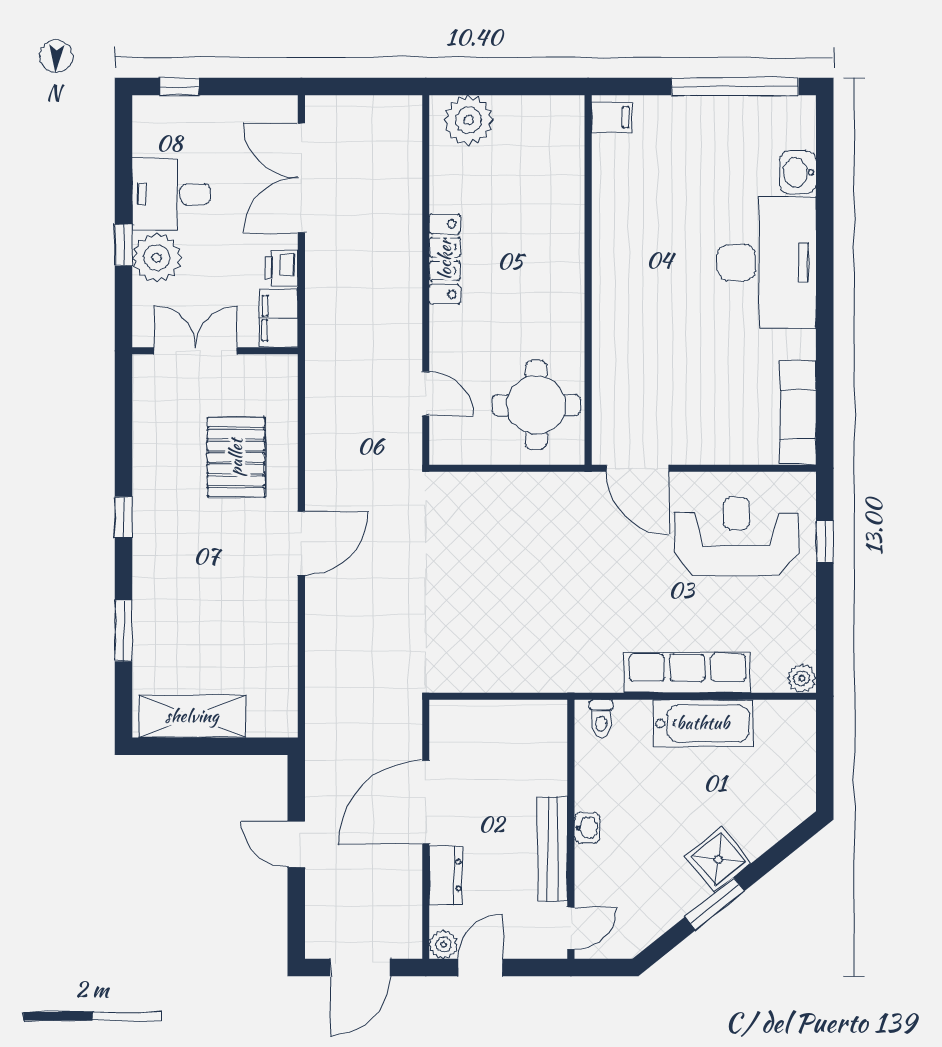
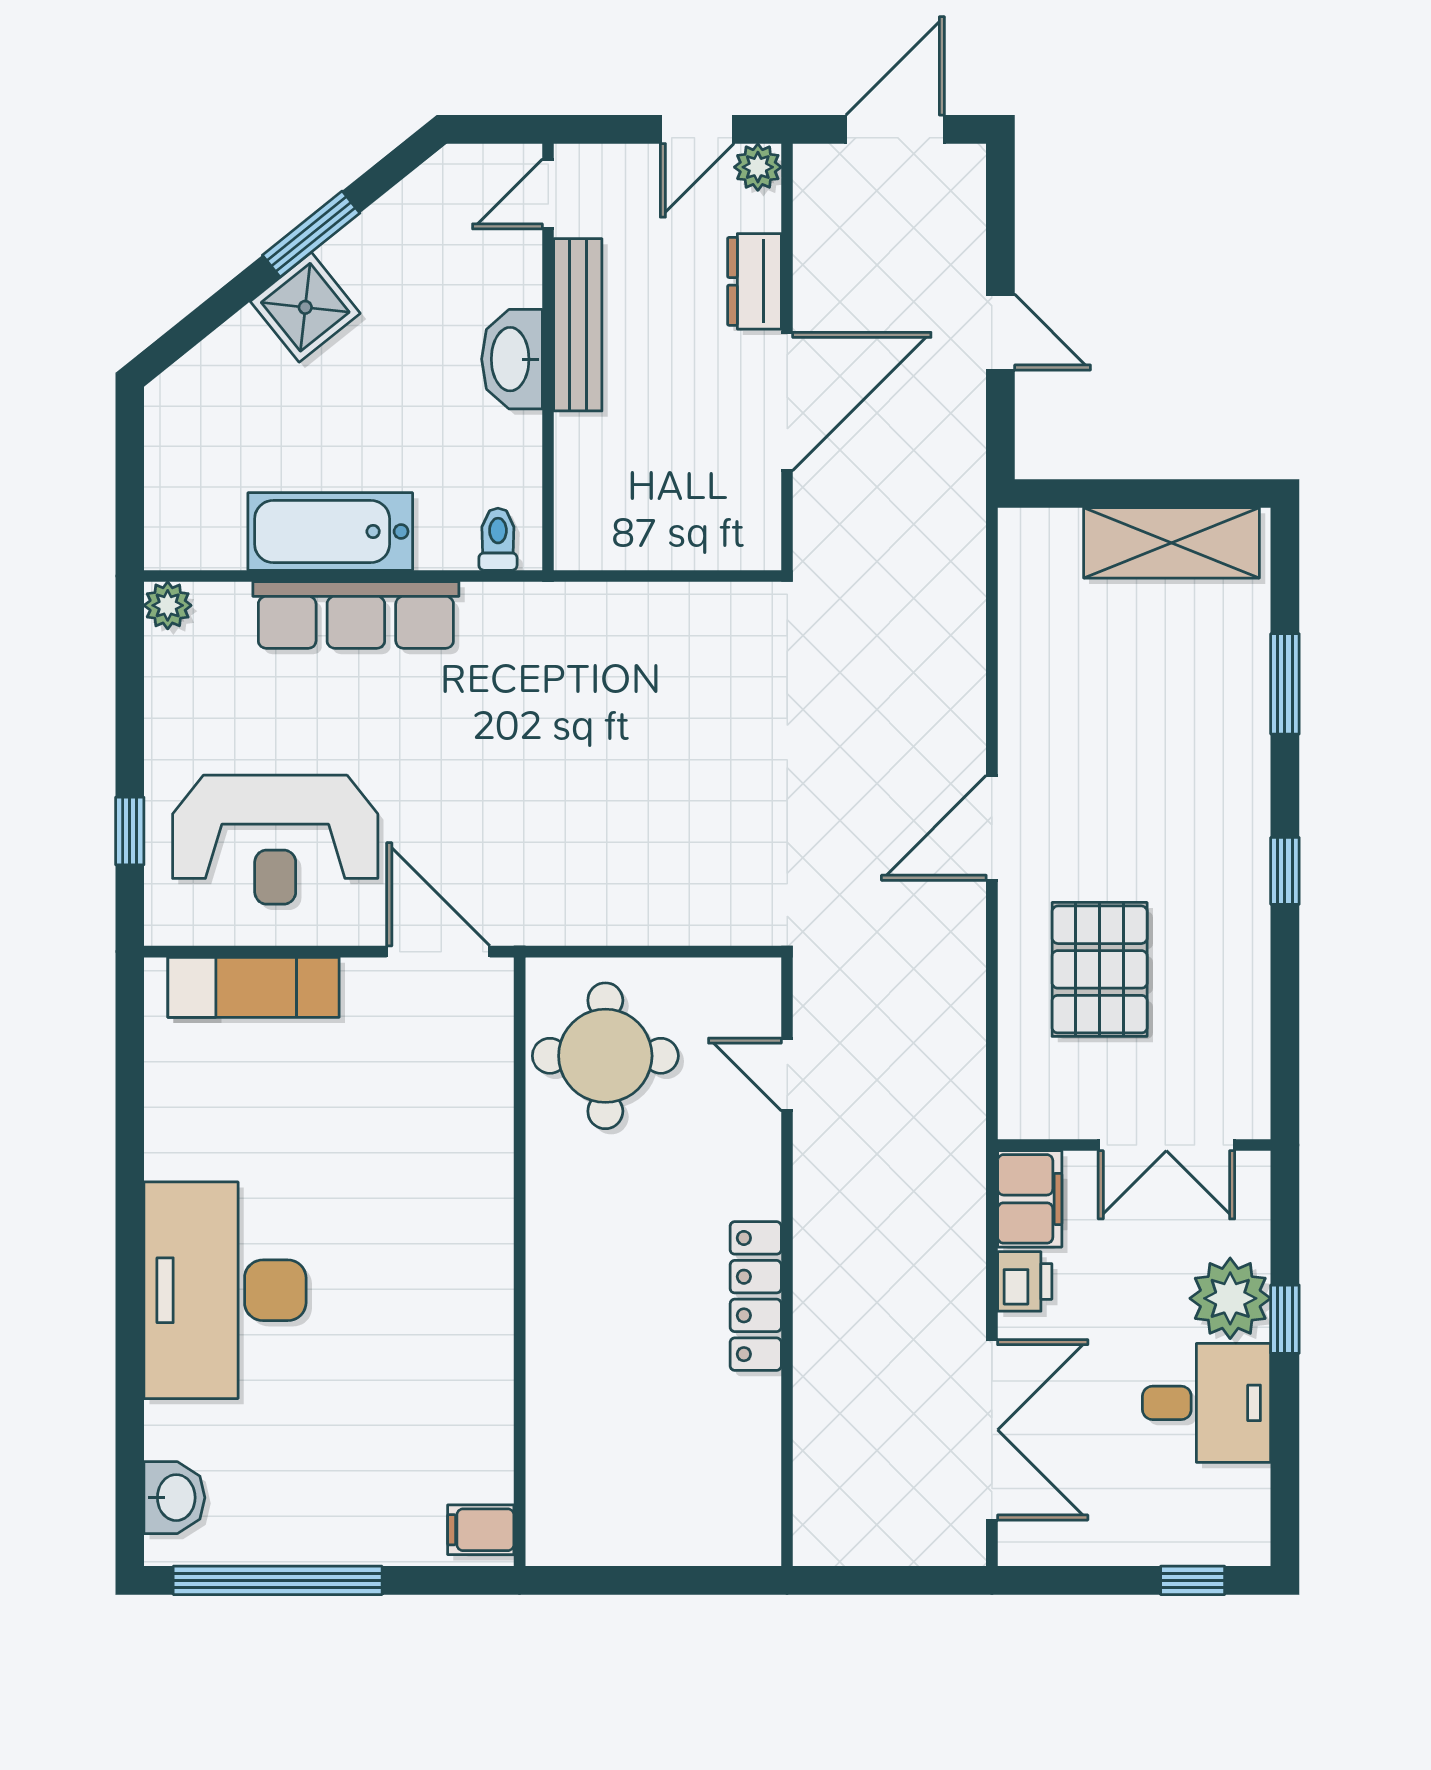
plant: (469, 120) -> (716, 1525), removed
washbasin: (798, 172) -> (174, 1498), moved
exam couch: (798, 413) -> (253, 987), moved, turned 90
washbasin: (587, 828) -> (512, 359), width x1.91, depth x1.45

